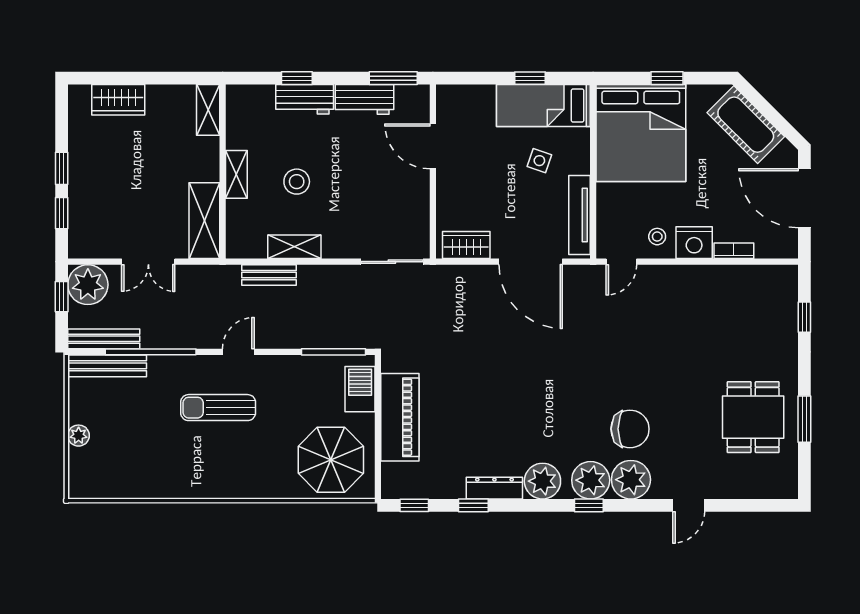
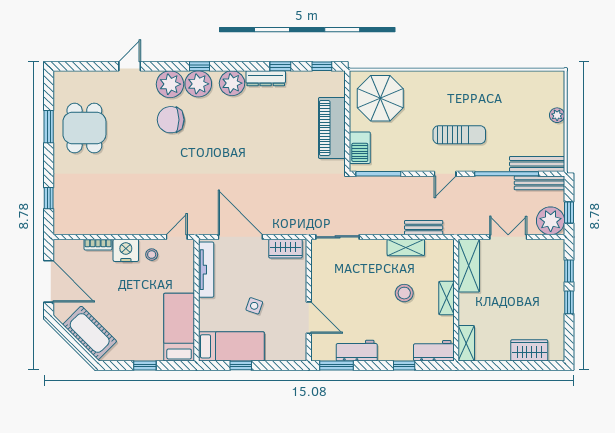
workbench: (305, 99) -> (434, 351), moved
bed: (641, 133) -> (179, 327), width x0.49
side table: (539, 161) -> (254, 306), moved

